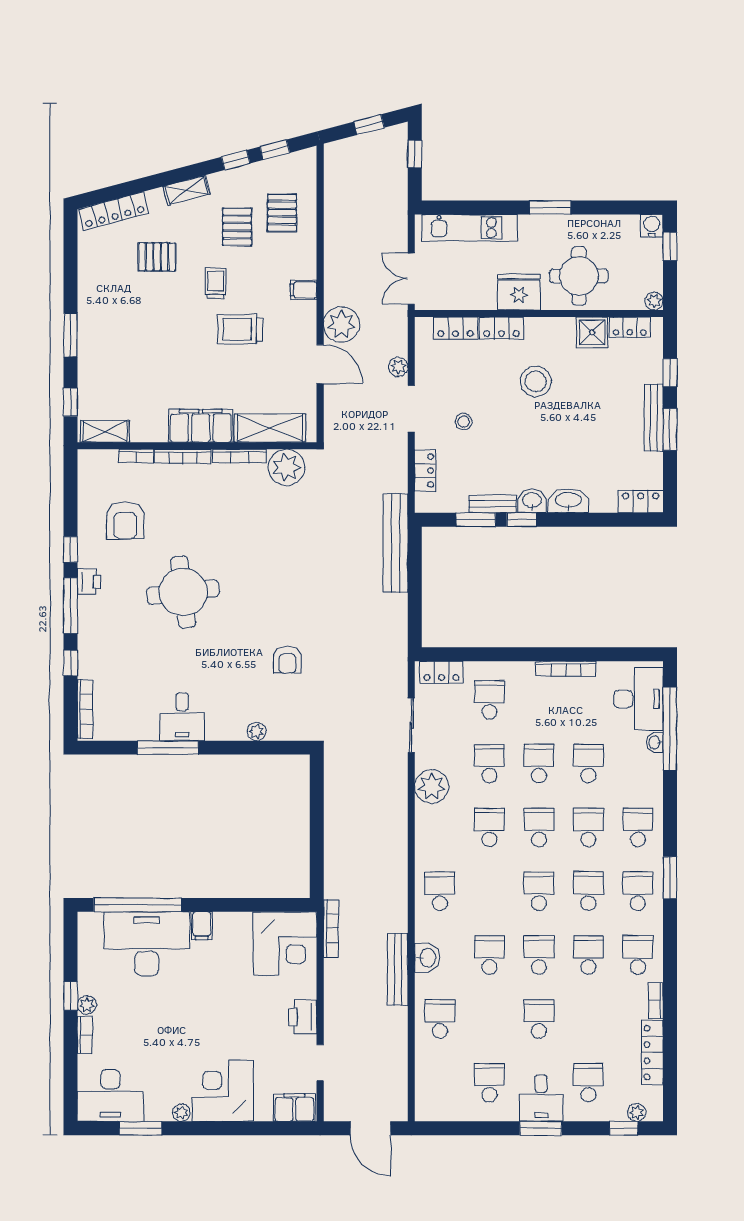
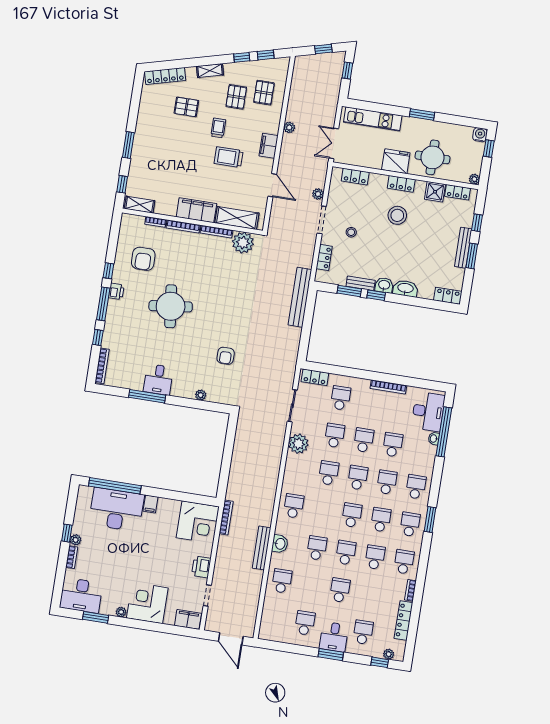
filing cabinet: (304, 290) -> (269, 146), width x2.00
plant: (341, 325) -> (289, 127), moved, width x0.53, depth x0.53
locker: (501, 328) -> (401, 184), moved

